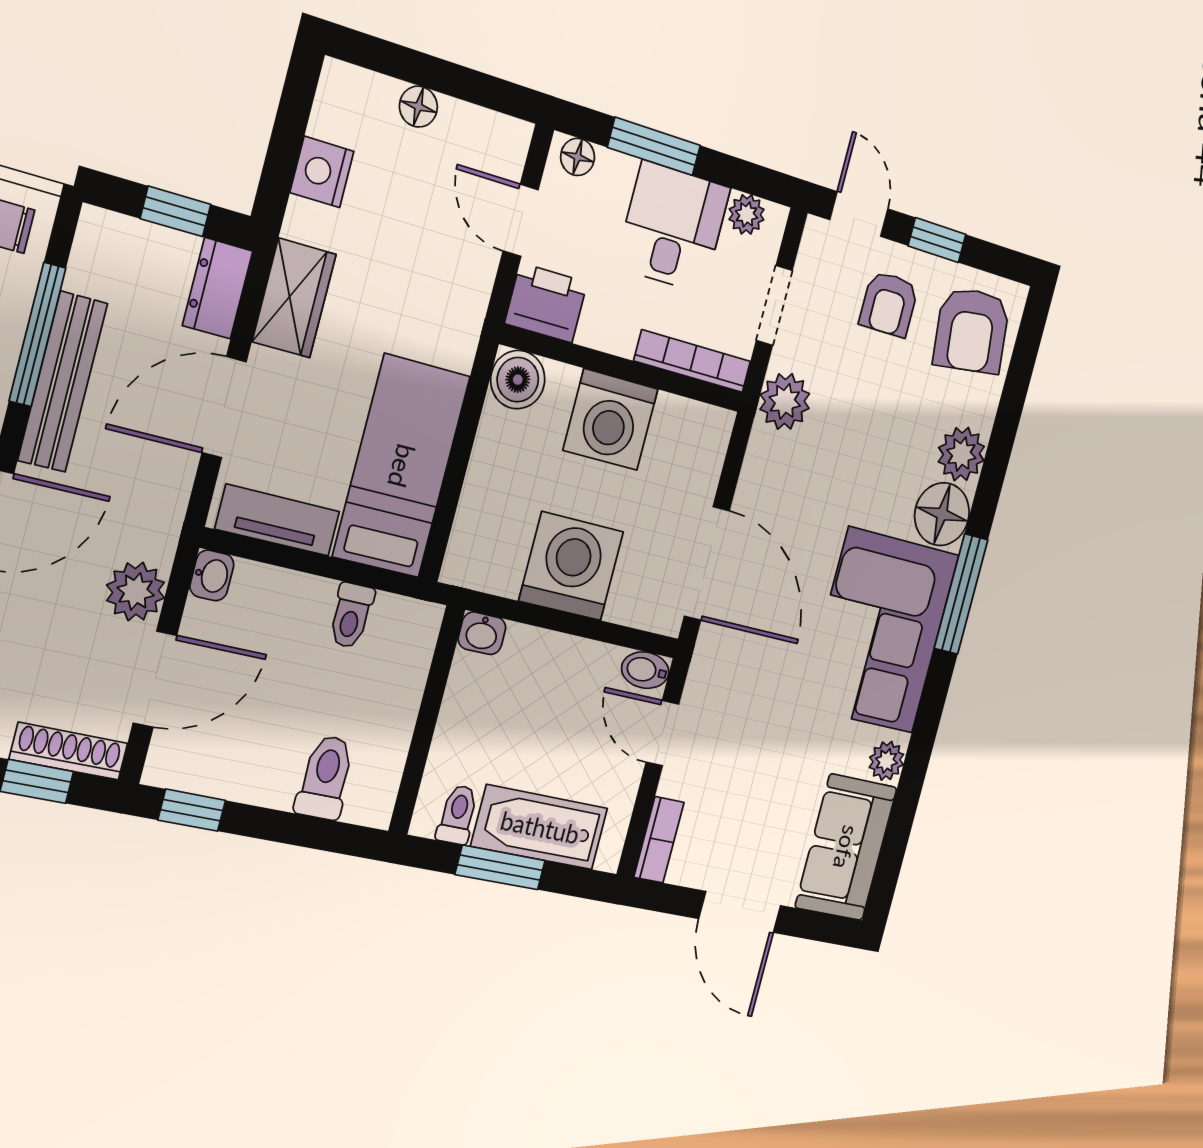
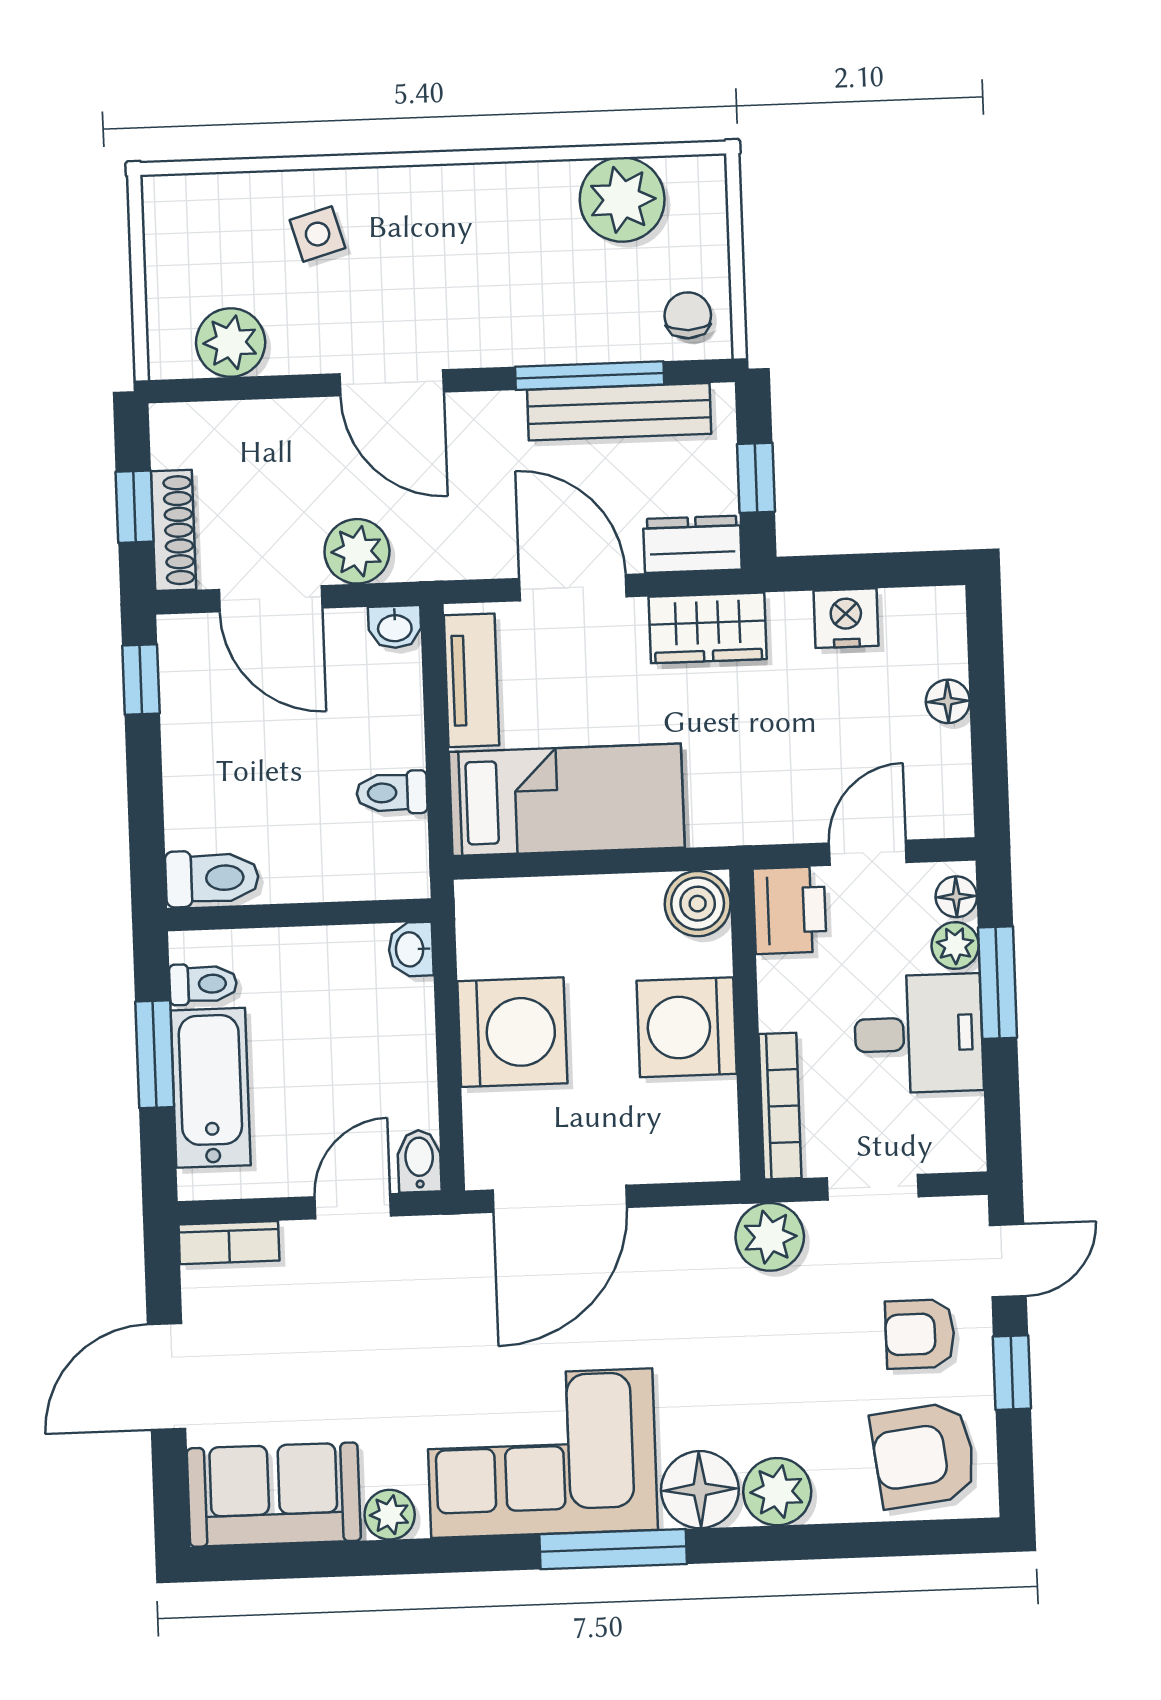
plant: (747, 214) -> (955, 946), moved
bench: (63, 382) -> (619, 412), moved
toilet: (325, 777) -> (212, 878), moved

